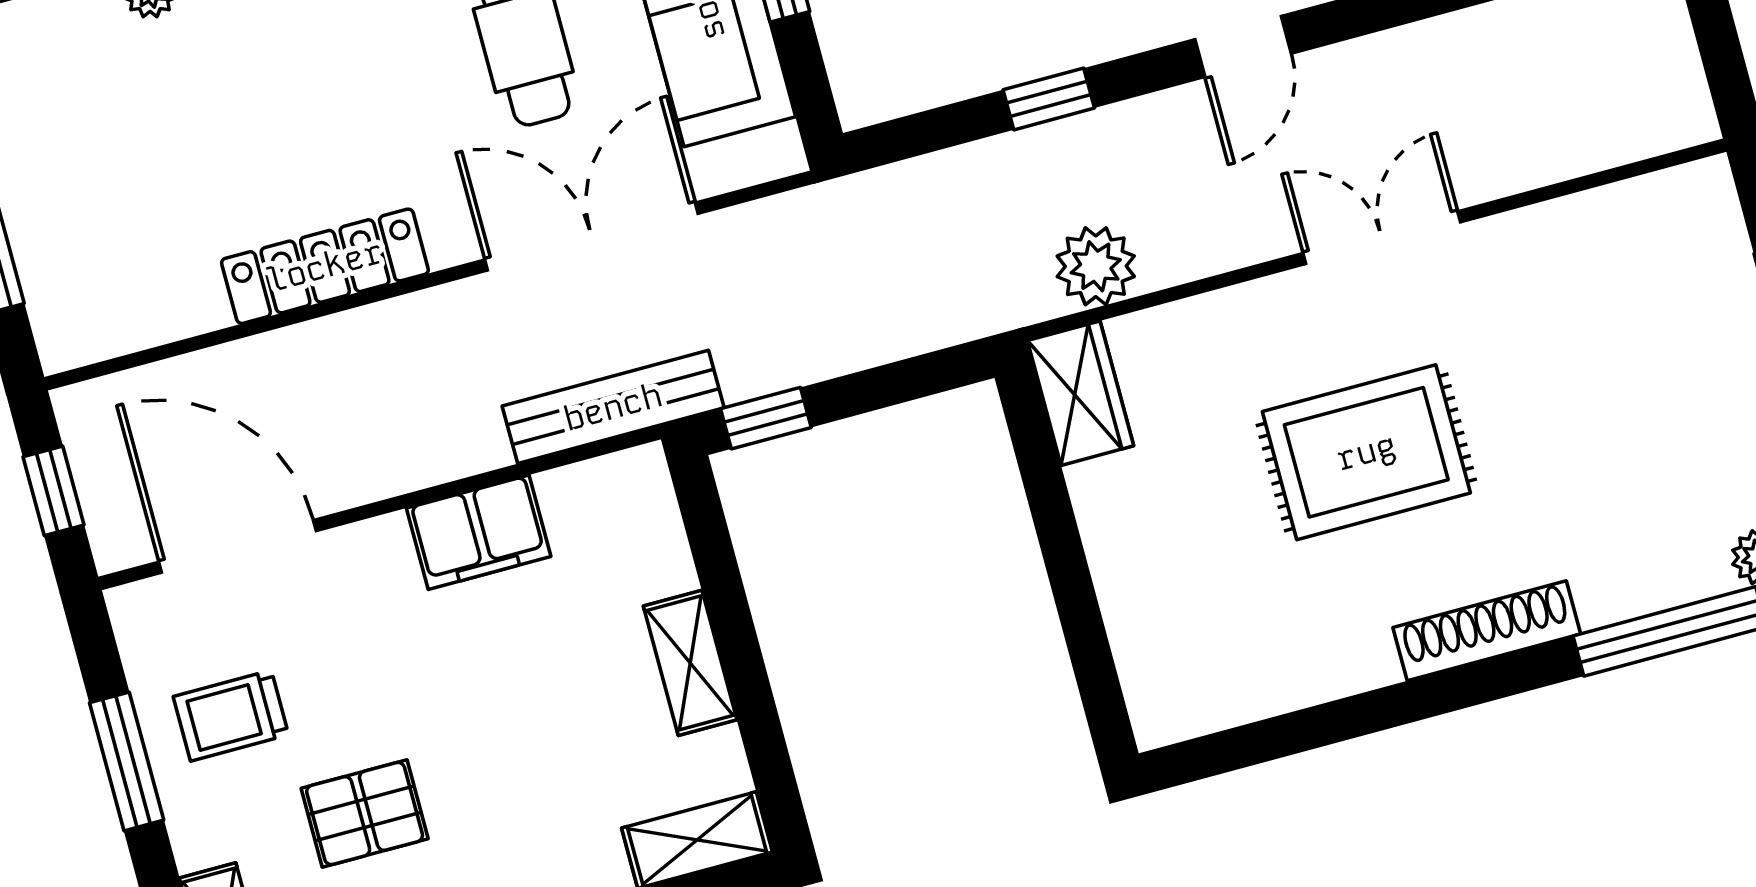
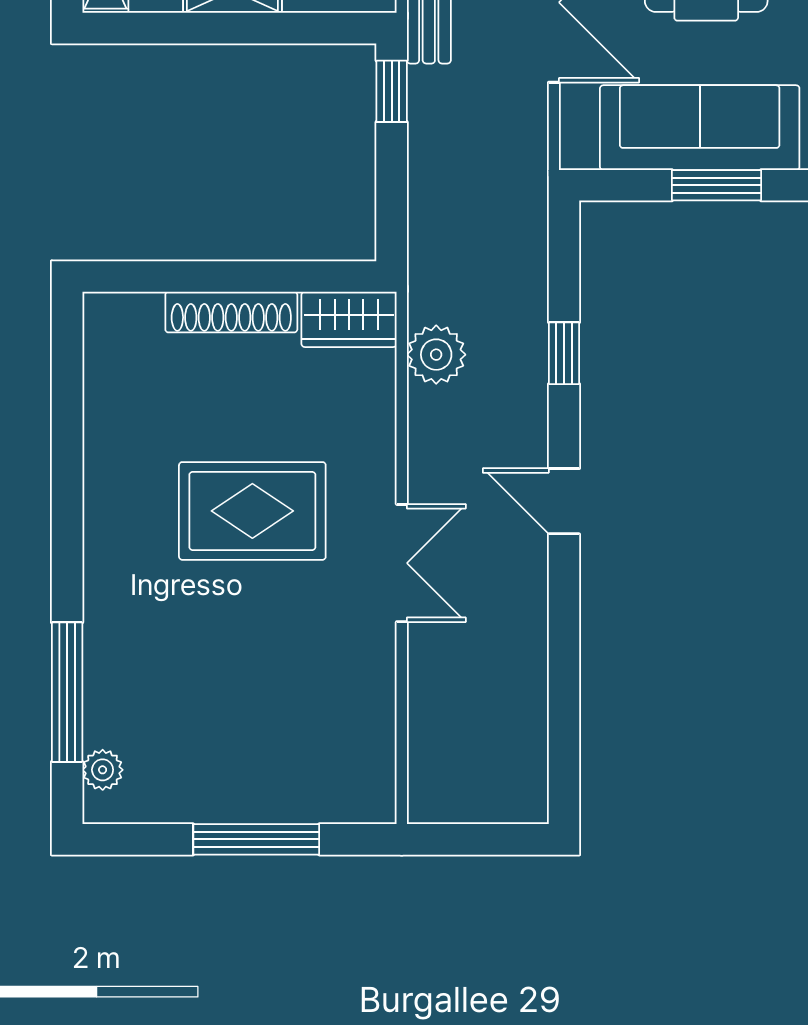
rug: (1366, 452) -> (252, 511), turned 90
shoe rack: (1487, 631) -> (231, 312), moved, turned 90

